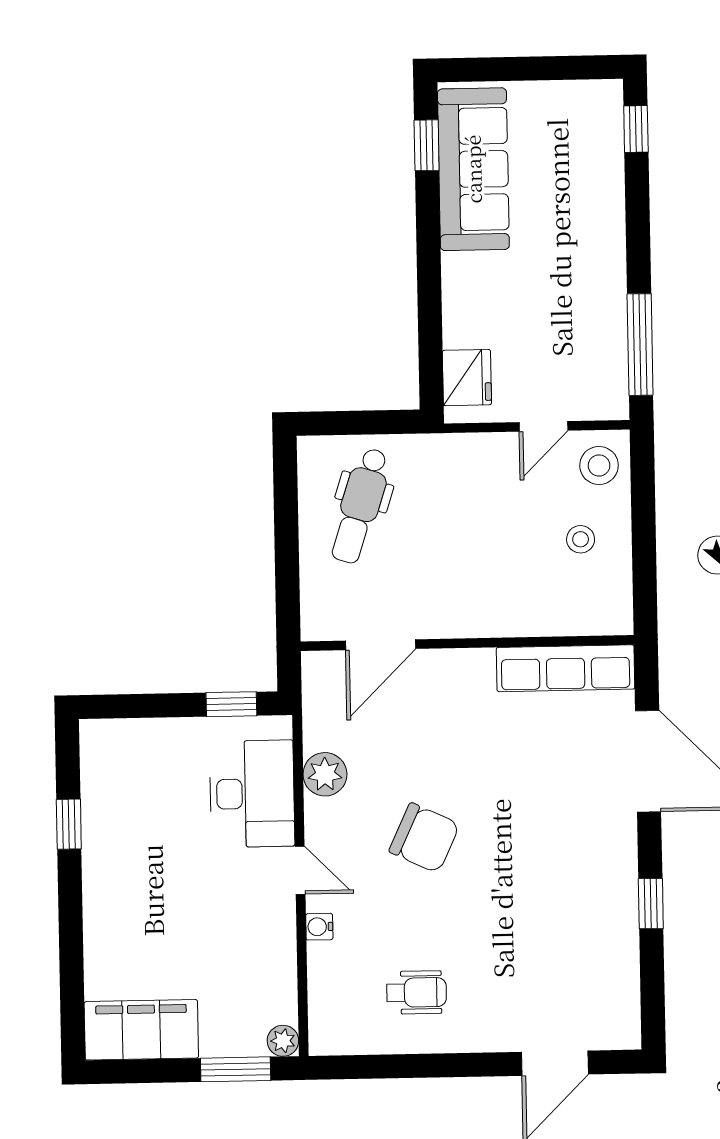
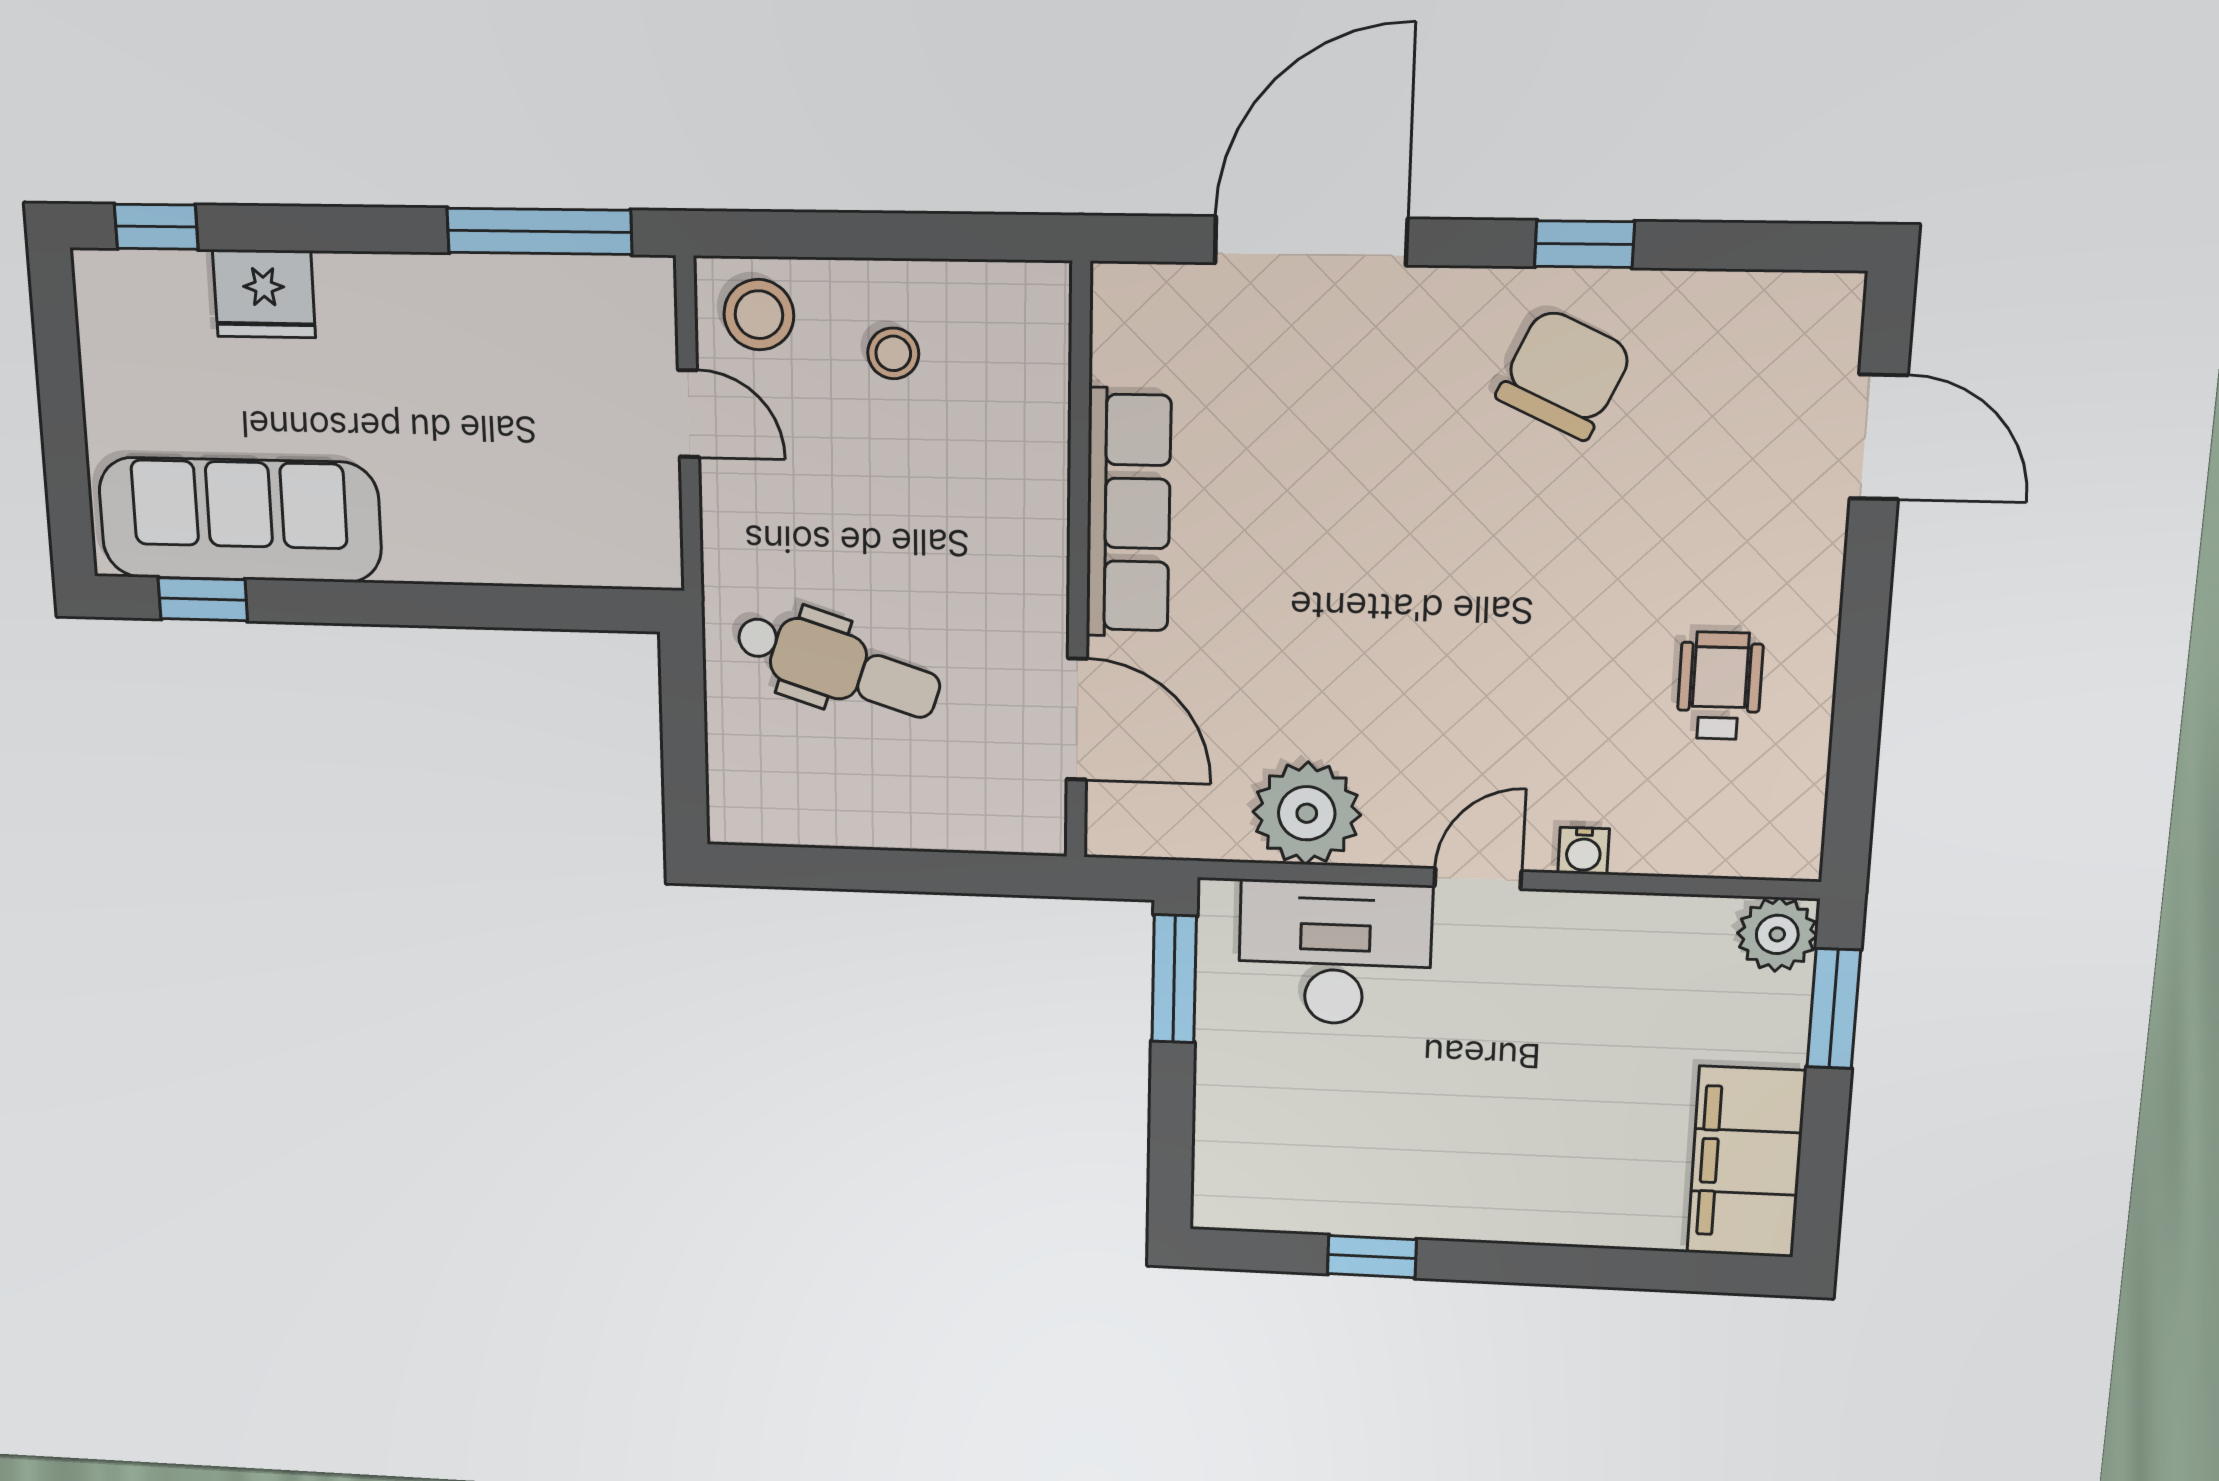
fridge: (467, 378) -> (264, 294), moved, turned 180
dental chair: (360, 506) -> (838, 665), moved
row of seats: (566, 668) -> (1128, 513), moved
window: (231, 704) -> (1174, 979), width x1.50
plant: (325, 774) -> (1307, 813), width x1.36, depth x1.36
chair: (424, 838) -> (1564, 374), moved
plant: (283, 1041) -> (1777, 934), width x1.38, depth x1.38

